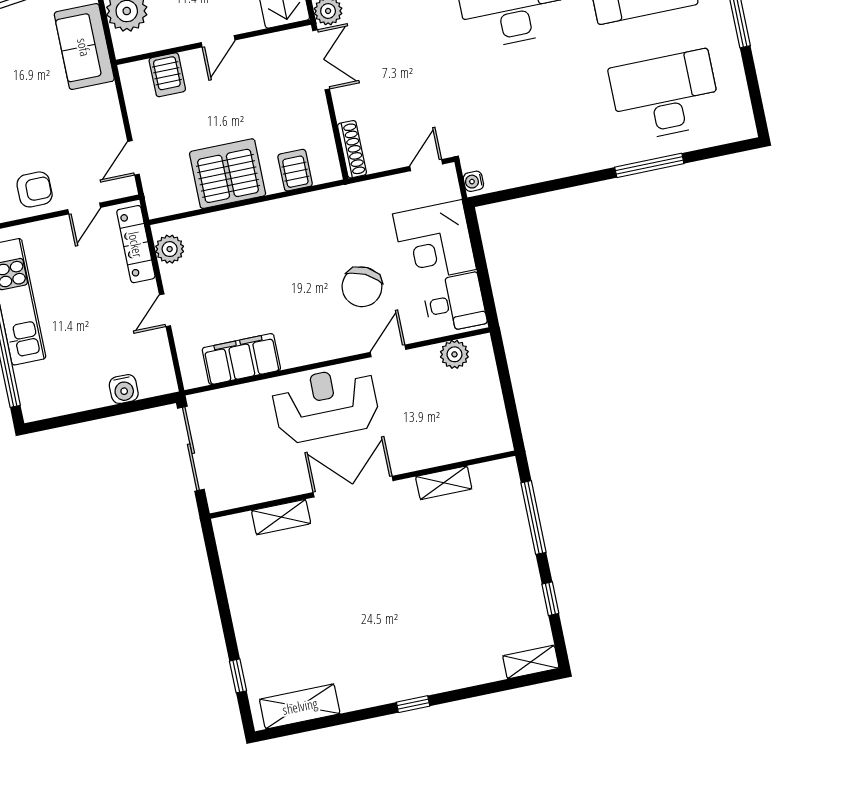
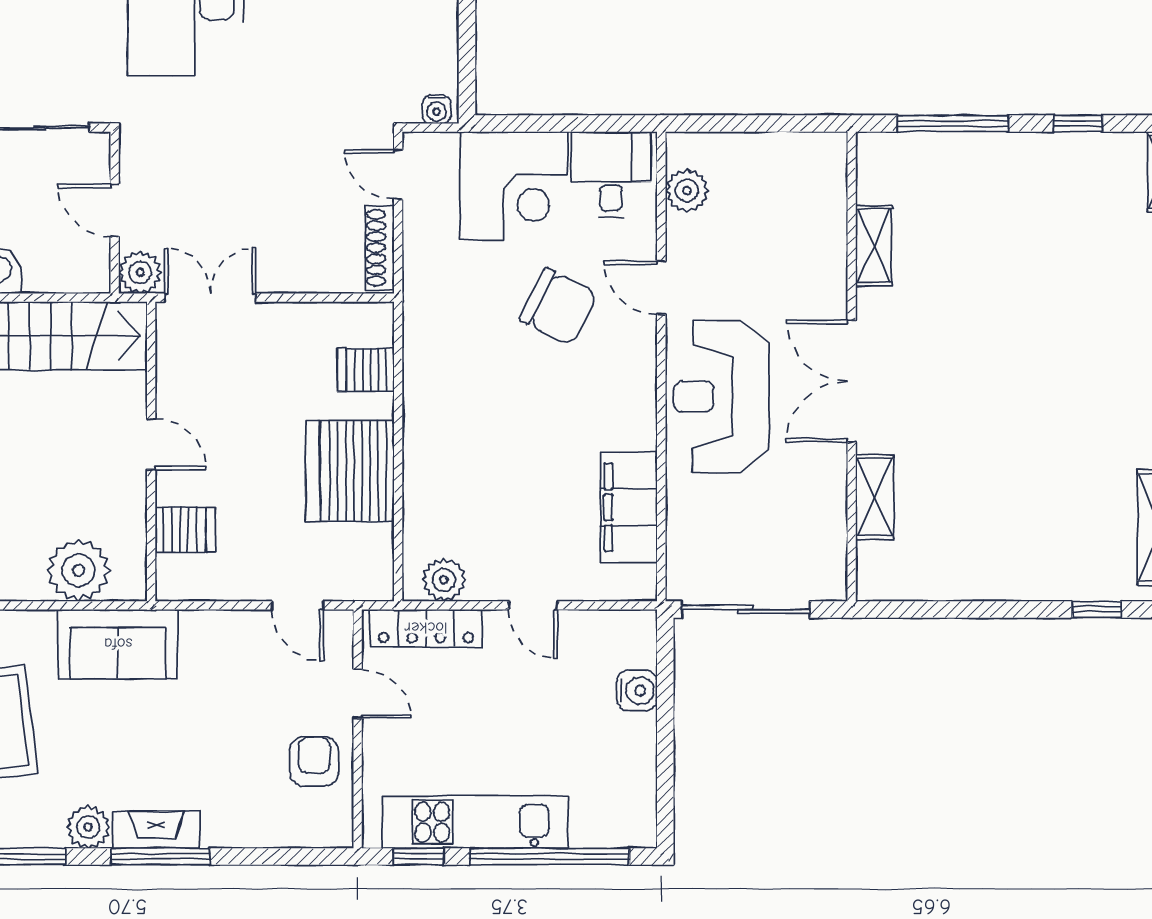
shoe rack: (352, 149) -> (380, 248), moved, turned -90

